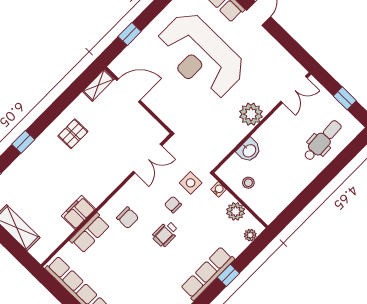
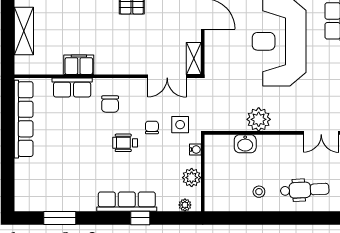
plant: (251, 114) -> (259, 119), moved
shelving: (154, 127) -> (194, 58), added
stool: (248, 183) -> (259, 192), moved

